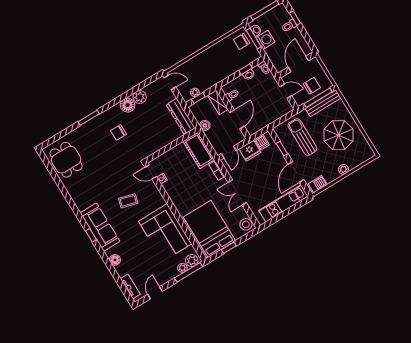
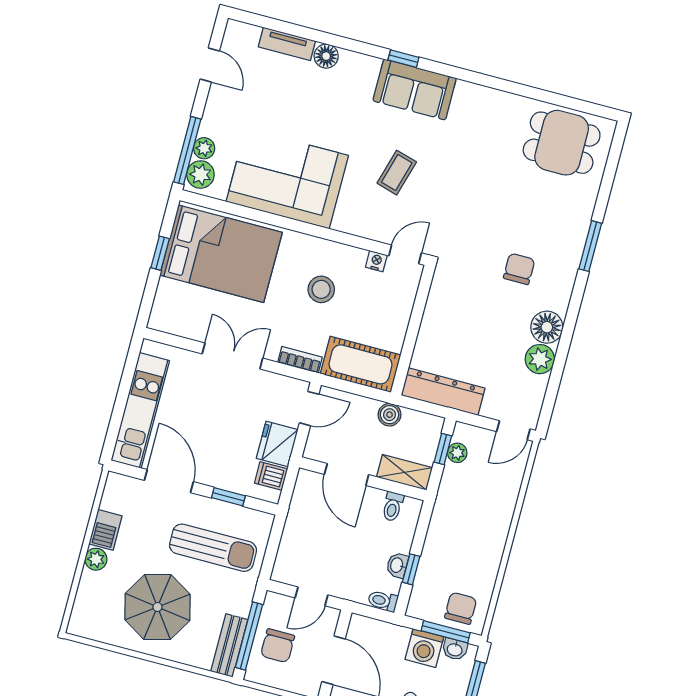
bench: (323, 103) -> (229, 645), width x0.73
door: (229, 152) -> (309, 409), swing flipped
barbecue: (318, 184) -> (105, 530), moved
stool: (246, 224) -> (321, 289), moved
sofa: (100, 227) -> (415, 89), width x0.73
tv unit: (130, 286) -> (287, 44), moved

